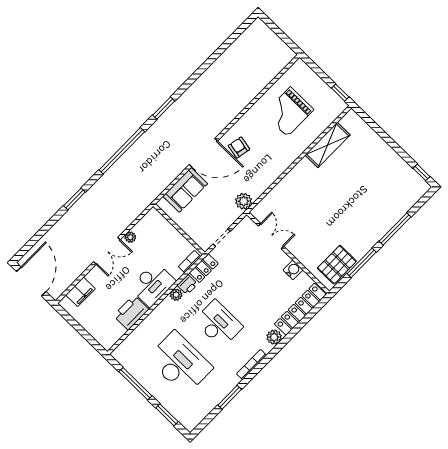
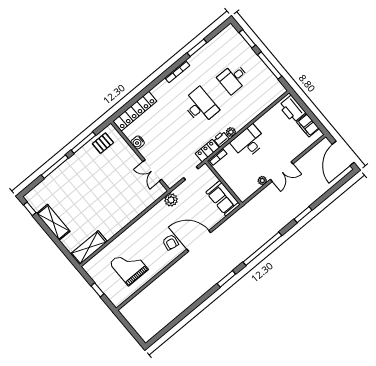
window: (340, 93) -> (98, 290), moved
grand piano: (289, 112) -> (129, 266), turned -90
shelving: (328, 145) -> (89, 248), moved
shelving: (390, 158) -> (53, 222), added
sofa: (185, 190) -> (223, 198), moved, turned -90
double door: (107, 251) -> (282, 172), swing flipped
pallet: (337, 265) -> (103, 143), width x0.67, depth x0.71
filing cabinet: (81, 292) -> (308, 125), moved, turned -90
printer: (131, 312) -> (292, 109), moved, turned 90
desk: (218, 324) -> (200, 106), turned 180
plant: (274, 337) -> (158, 91), removed
desk: (180, 363) -> (233, 78), width x0.53, depth x0.77

